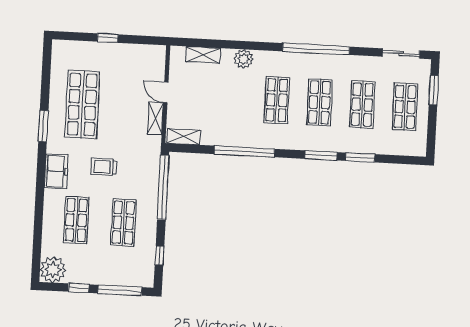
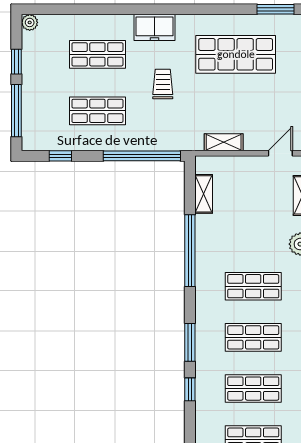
door: (166, 92) -> (280, 153), moved
window: (43, 126) -> (276, 9), moved
shelving: (184, 137) -> (204, 194), moved
window: (360, 158) -> (190, 389), width x0.67
plant: (53, 270) -> (30, 22), width x0.53, depth x0.53

